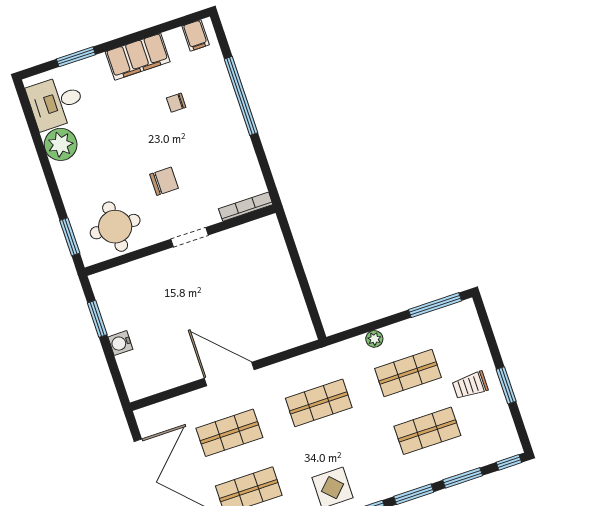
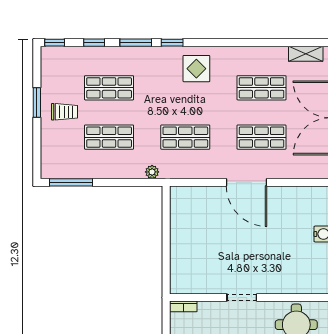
bookcase: (246, 207) -> (183, 306), width x0.64
plant: (374, 339) -> (152, 172), moved
window: (463, 478) -> (94, 43), width x0.67

